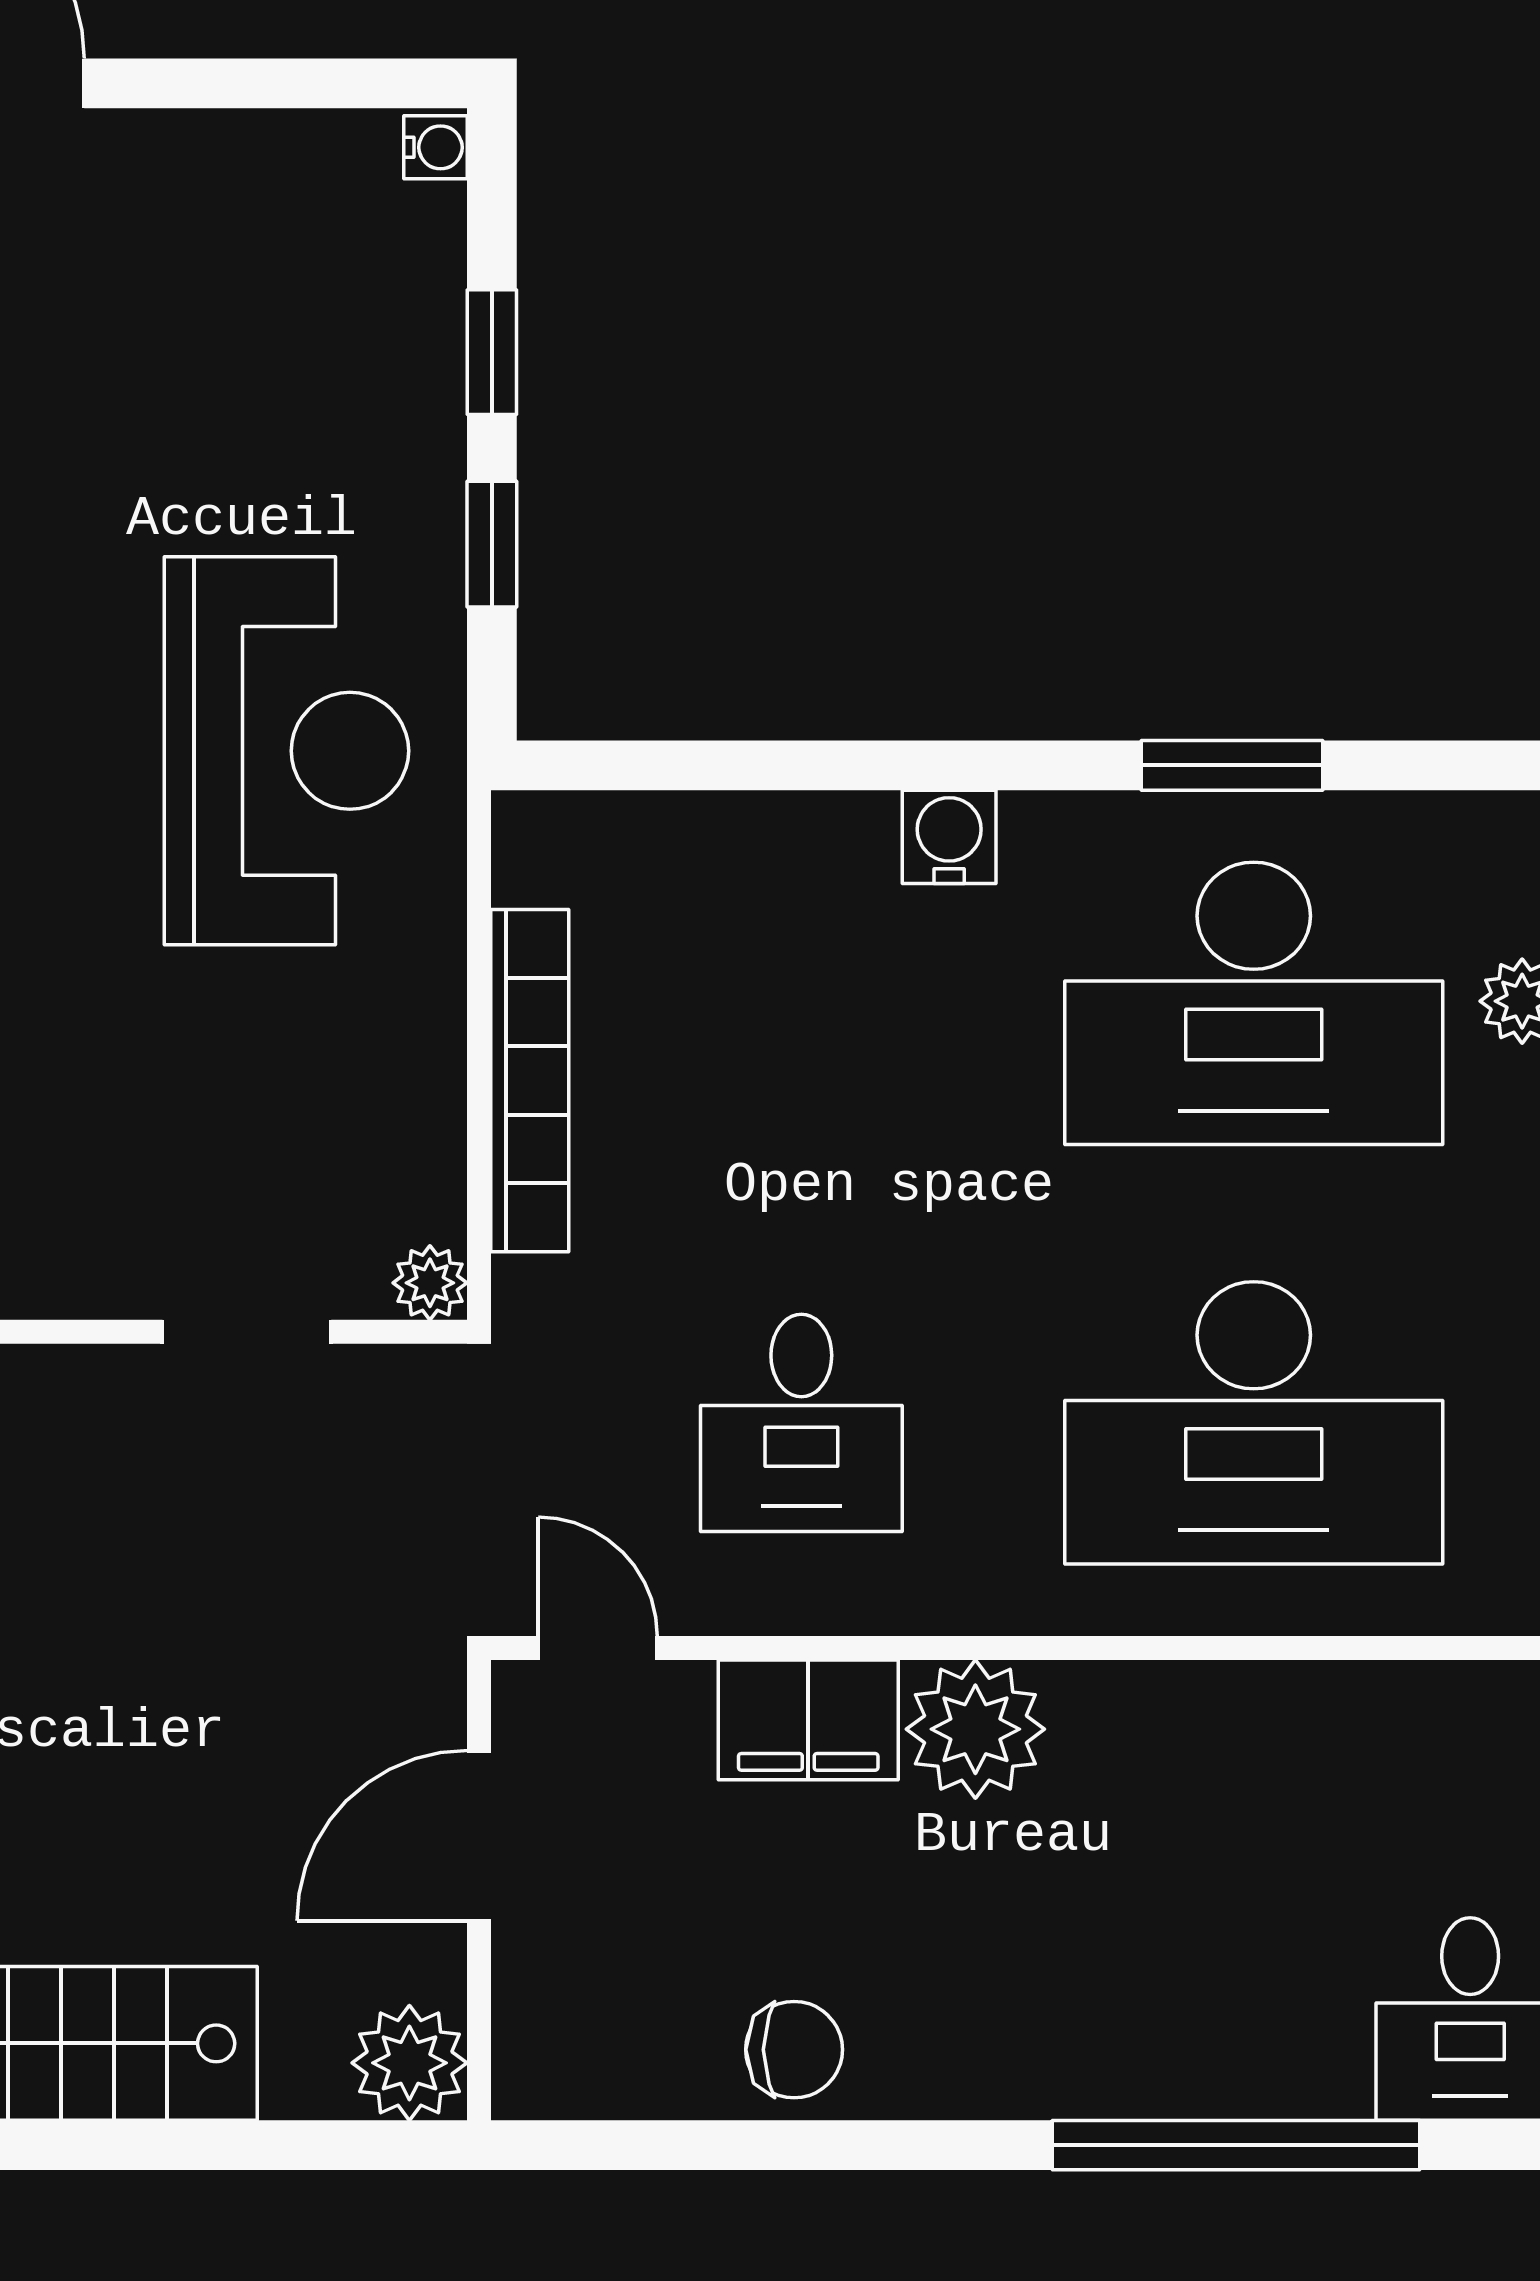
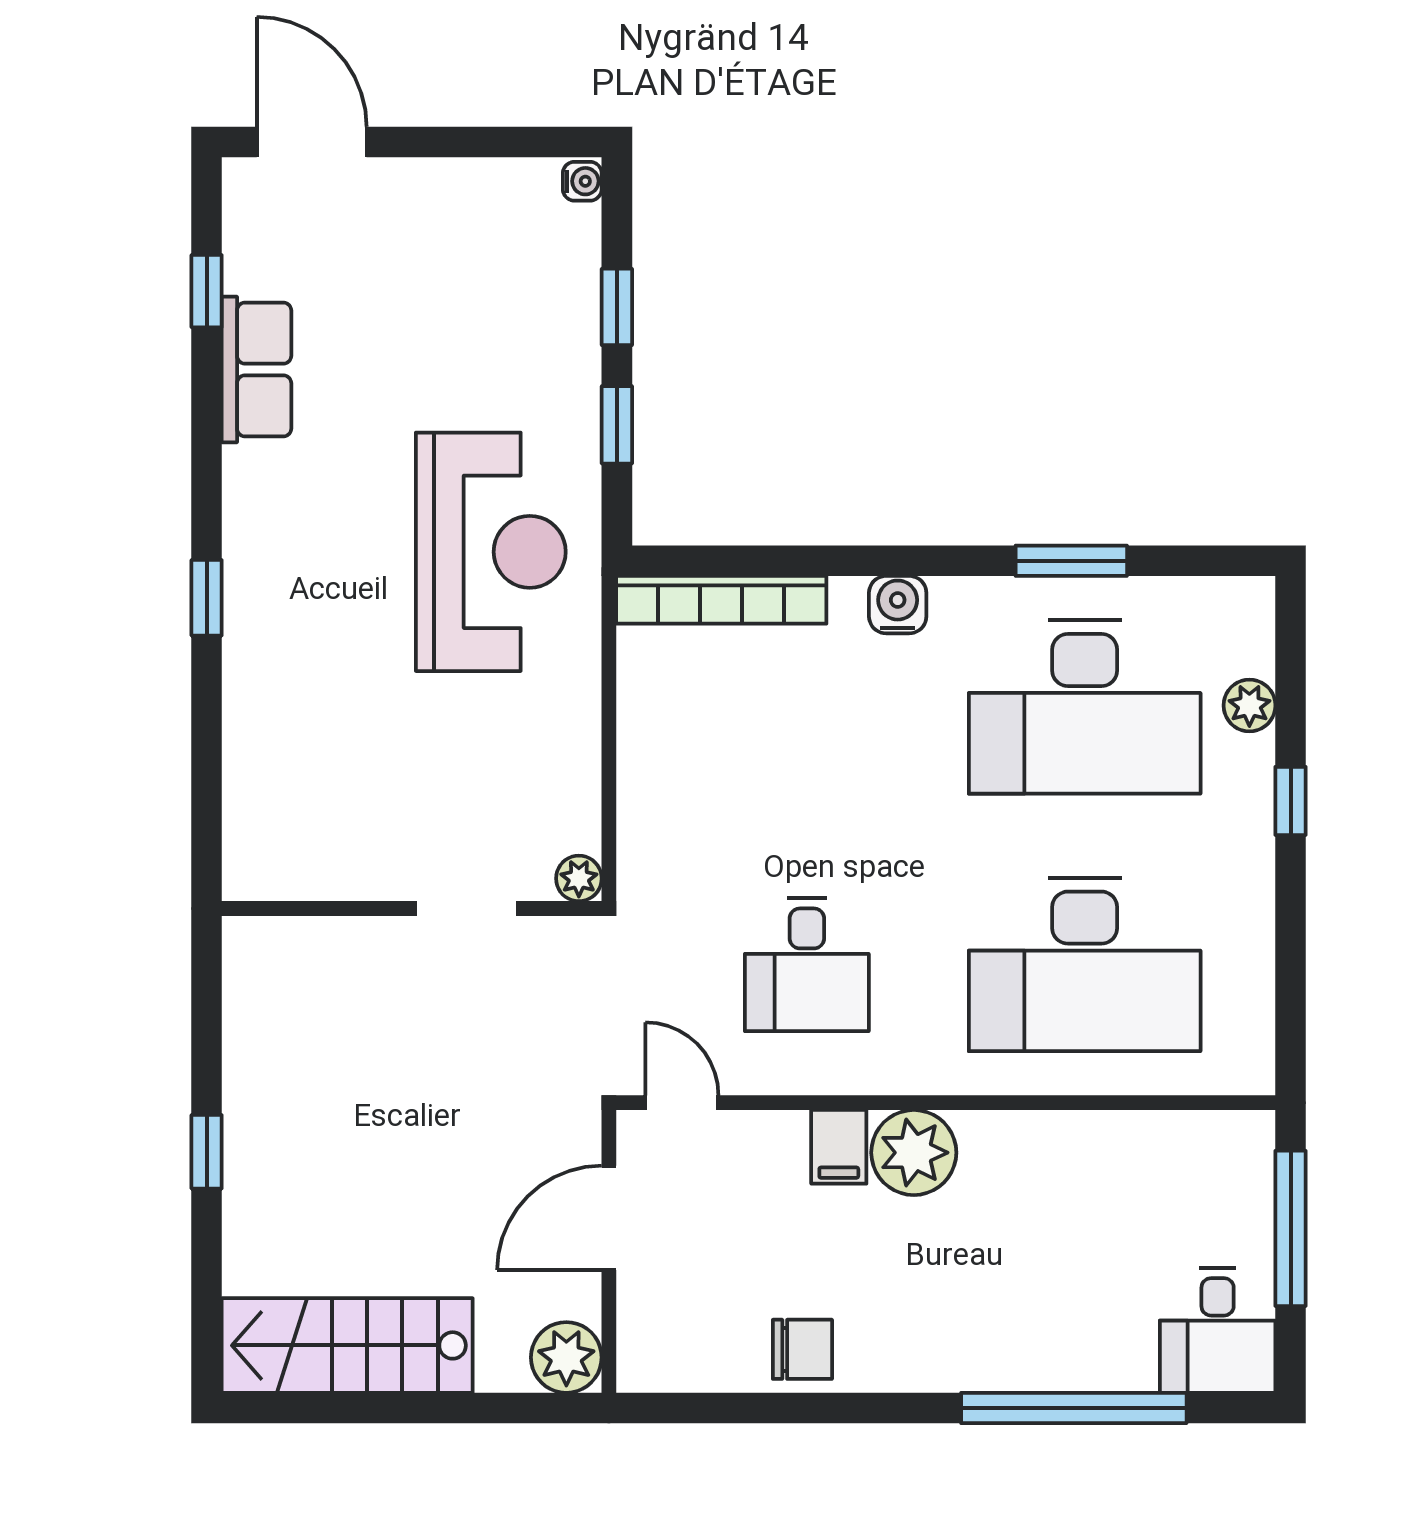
bookcase: (530, 1081) -> (721, 600), moved, turned 90
filing cabinet: (808, 1720) -> (839, 1147), width x0.50

